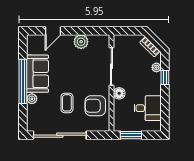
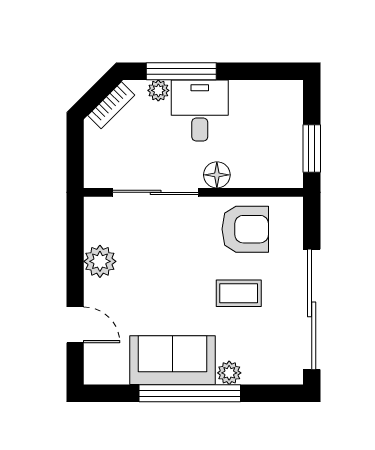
window: (165, 78) -> (181, 71), width x2.17
armchair: (95, 106) -> (245, 229), turned -90
desk: (148, 108) -> (200, 110), moved

